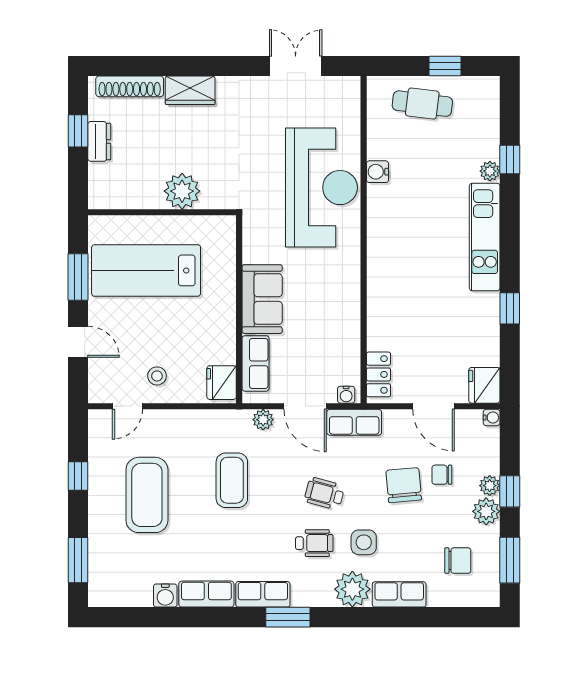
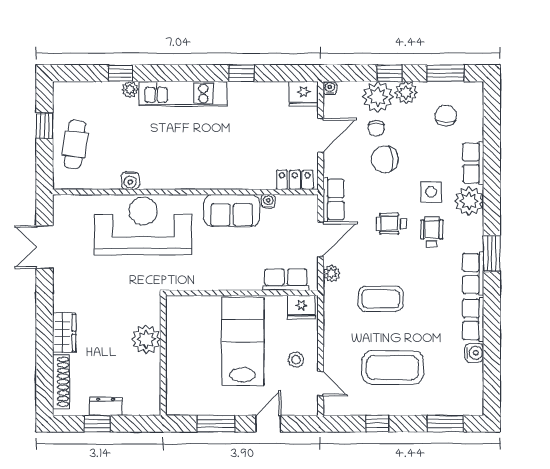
lab bench: (146, 270) -> (243, 341), moved, turned 180
sofa: (262, 299) -> (232, 211), moved, turned 180
water cooler: (346, 395) -> (268, 201), moved, turned -90
plant: (490, 486) -> (378, 97), width x1.88, depth x1.88
wheelchair: (324, 494) -> (391, 224), turned 75

